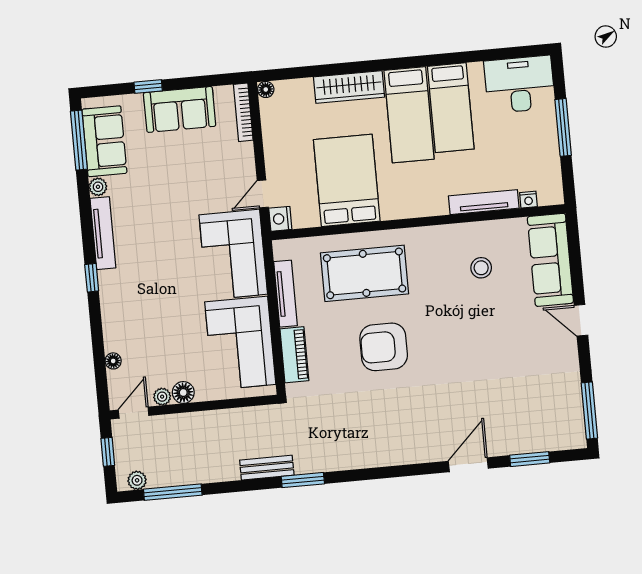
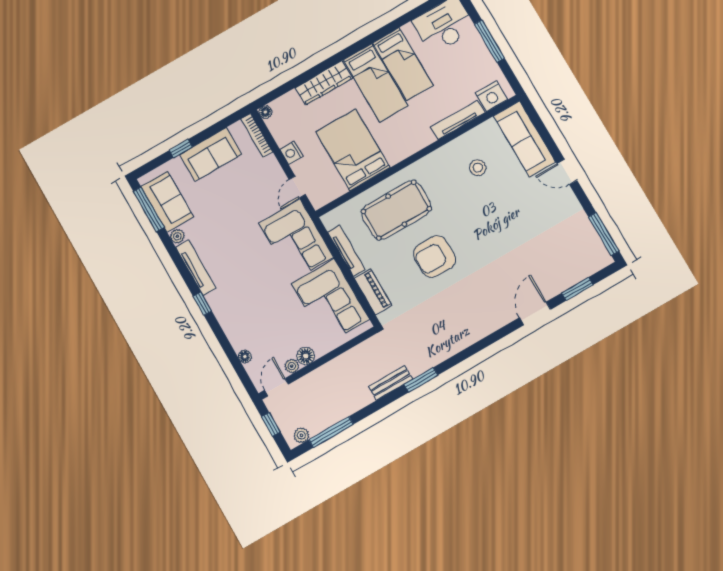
nightstand: (528, 200) -> (491, 96), width x1.89, depth x1.79
nightstand: (280, 219) -> (291, 153), moved

